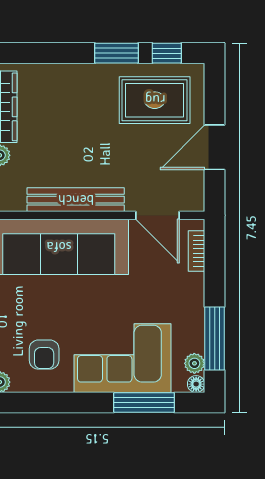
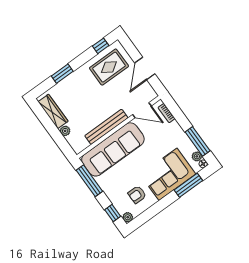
window: (117, 53) -> (62, 74), moved
armchair: (44, 355) -> (137, 195), turned 90

